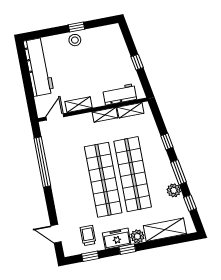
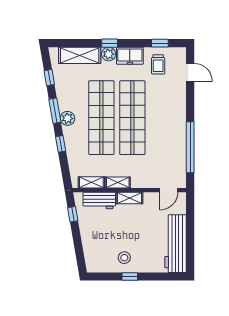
stool: (75, 40) -> (124, 258), moved
window: (137, 62) -> (73, 214), moved
shelving: (79, 105) -> (129, 198), moved
plant: (174, 190) -> (67, 118), moved
window: (127, 249) -> (110, 43), moved

